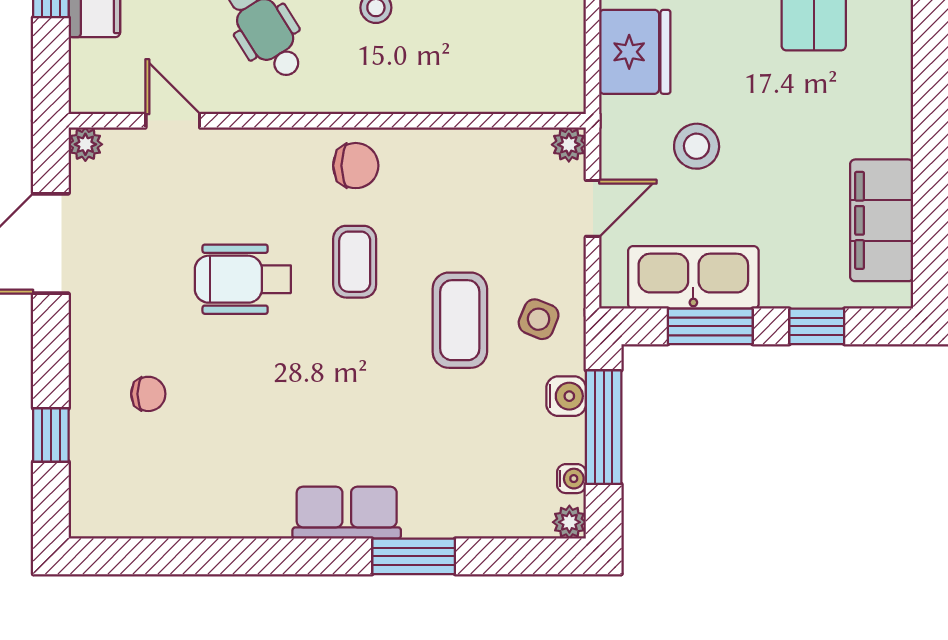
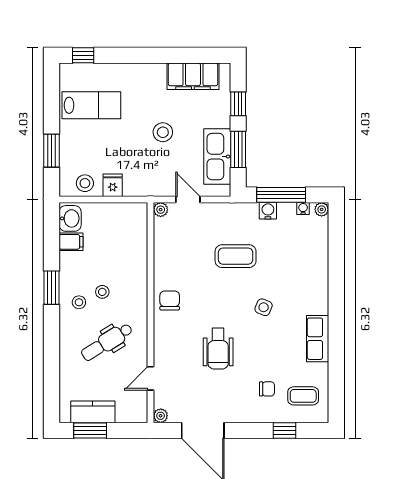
fridge: (635, 52) -> (113, 185), width x0.53, depth x0.75
stool: (697, 146) -> (163, 132), moved
coffee table: (355, 262) -> (303, 396), moved
side table: (539, 319) -> (264, 307), moved
chair: (148, 394) -> (267, 389), turned 90
row of seats: (347, 513) -> (318, 339), moved
window: (414, 556) -> (336, 276), removed

